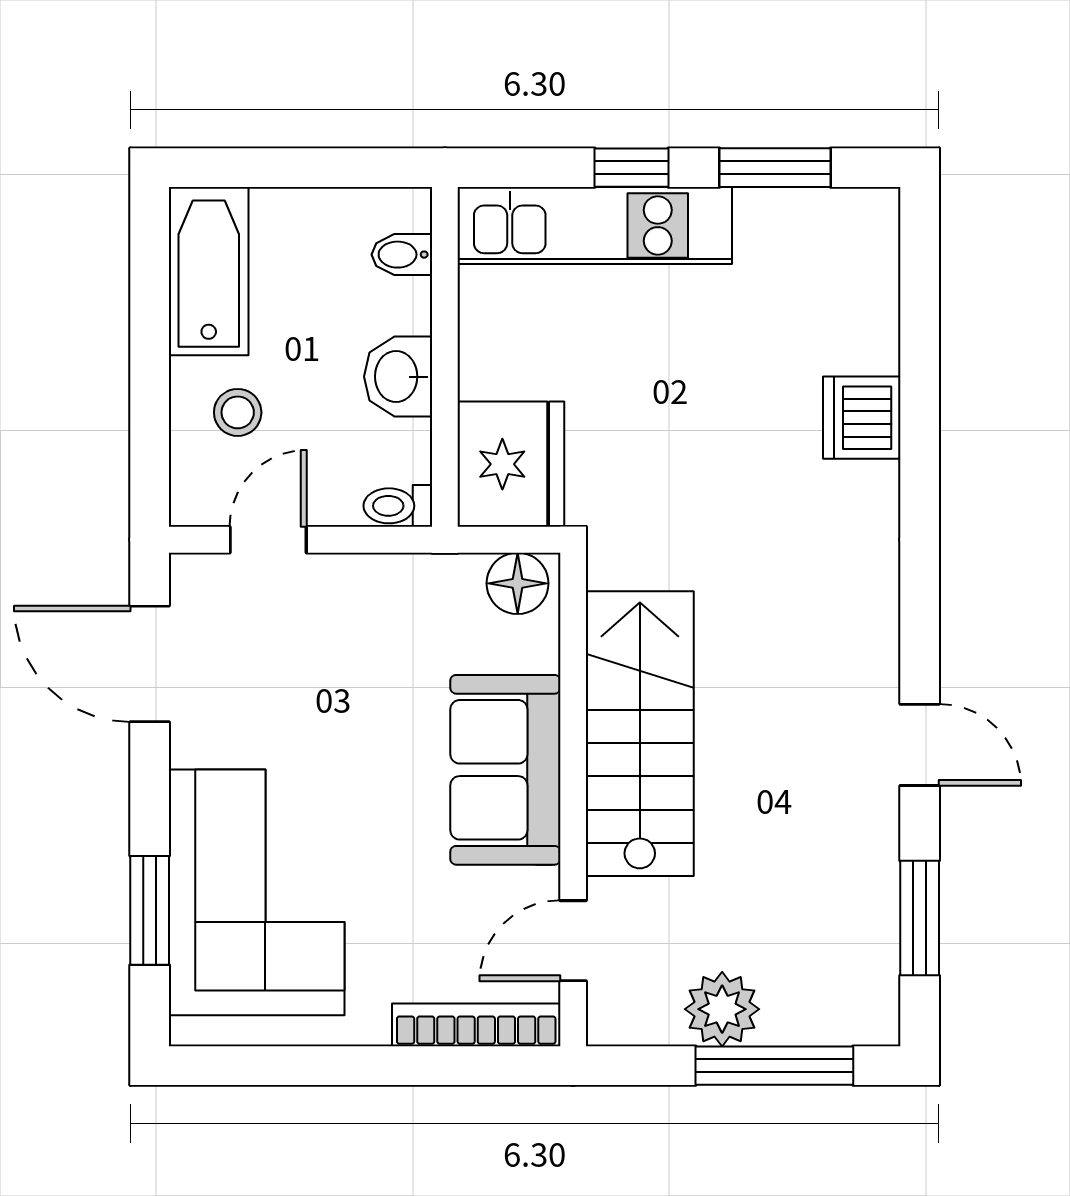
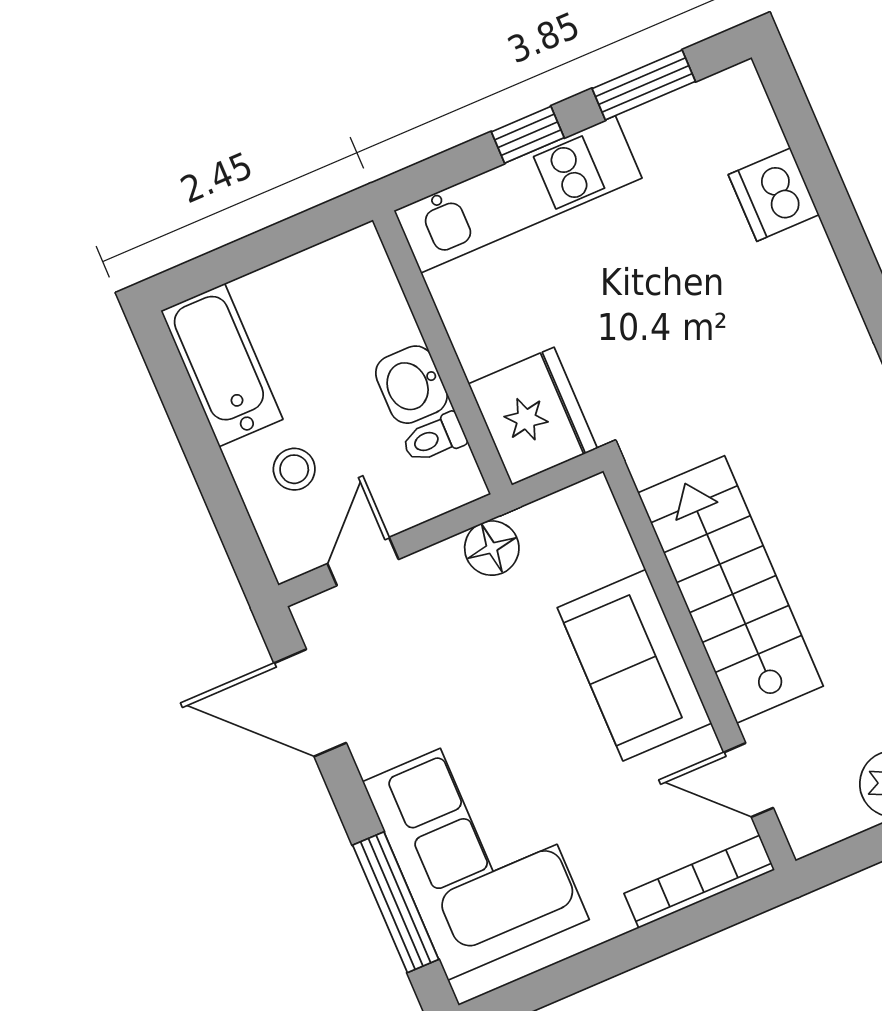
bidet: (402, 255) -> (372, 285), removed
dishwasher: (862, 418) -> (774, 195), moved
toilet: (398, 506) -> (434, 438), moved
floor lamp: (518, 583) -> (492, 548), moved
window: (150, 910) -> (396, 902), width x1.44
door: (573, 941) -> (748, 780), hinge flipped

